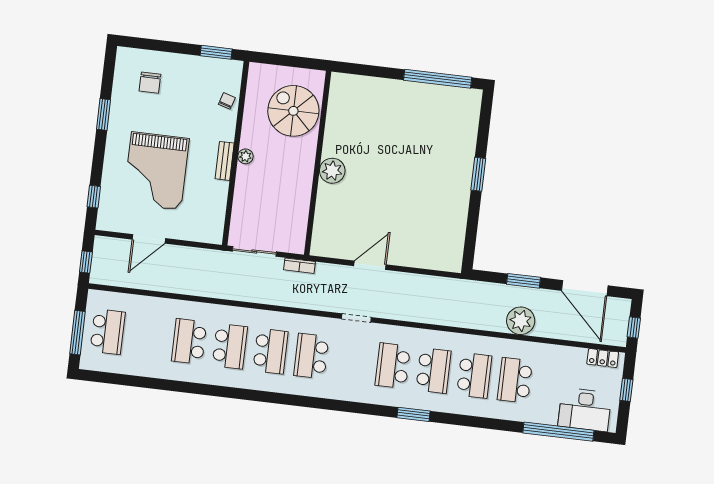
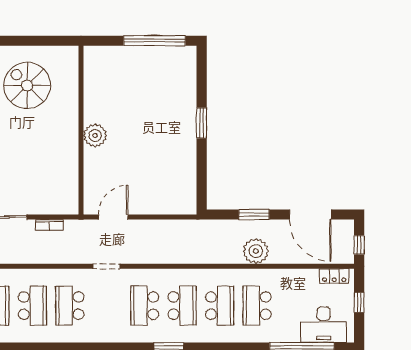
wall: (318, 163) -> (81, 130), moved
plant: (332, 171) -> (95, 135), moved

